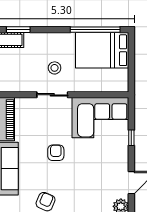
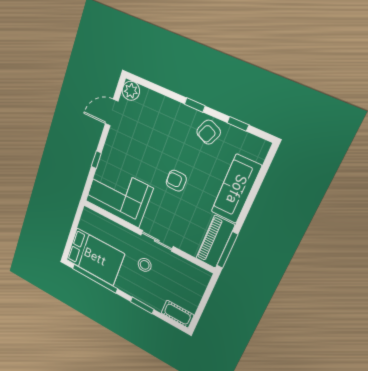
window: (18, 30) -> (142, 305), moved
armchair: (56, 153) -> (176, 181), turned 90

